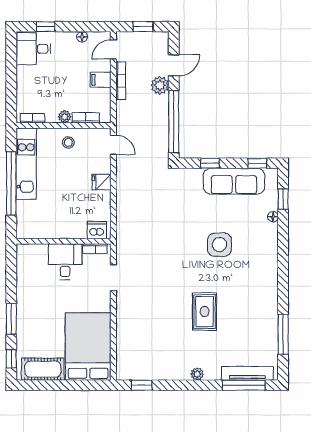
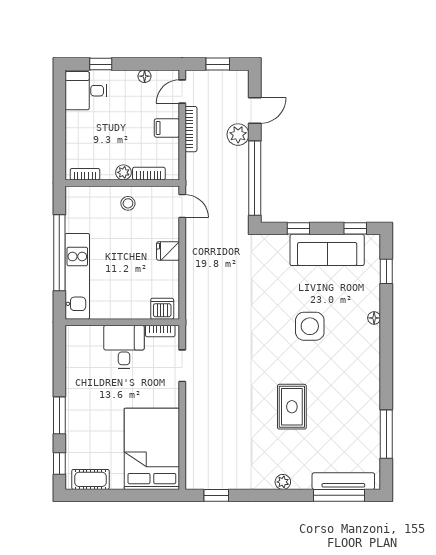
kitchen unit: (26, 164) -> (77, 276), moved
floor lamp: (273, 217) -> (374, 318), moved
cot: (43, 369) -> (90, 479), width x0.73, depth x0.75

